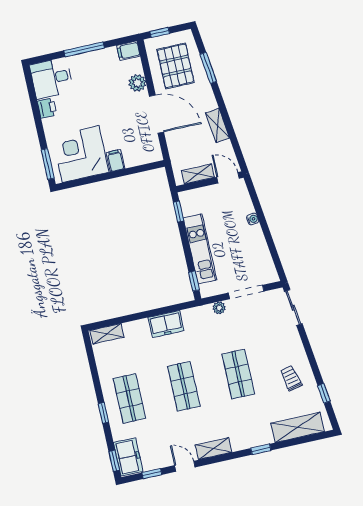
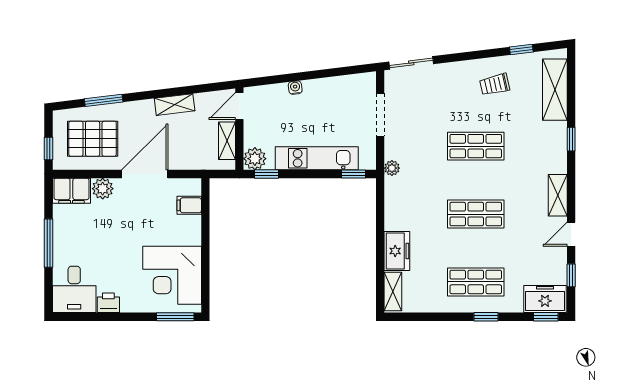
filing cabinet: (128, 51) -> (71, 191), width x2.00
filing cabinet: (115, 161) -> (189, 205), moved
plant: (189, 199) -> (255, 159), added
plant: (219, 308) -> (392, 168), moved
freezer: (166, 324) -> (397, 251), moved

